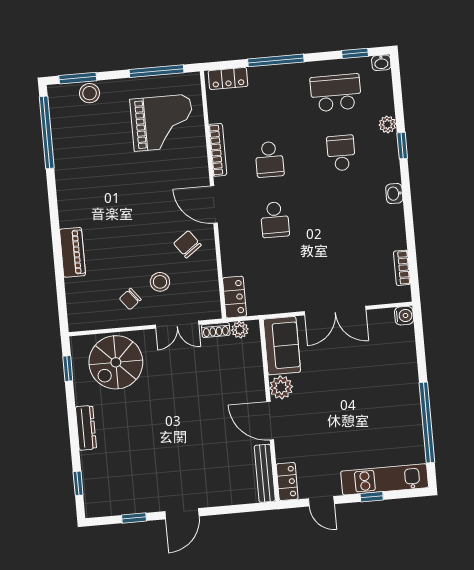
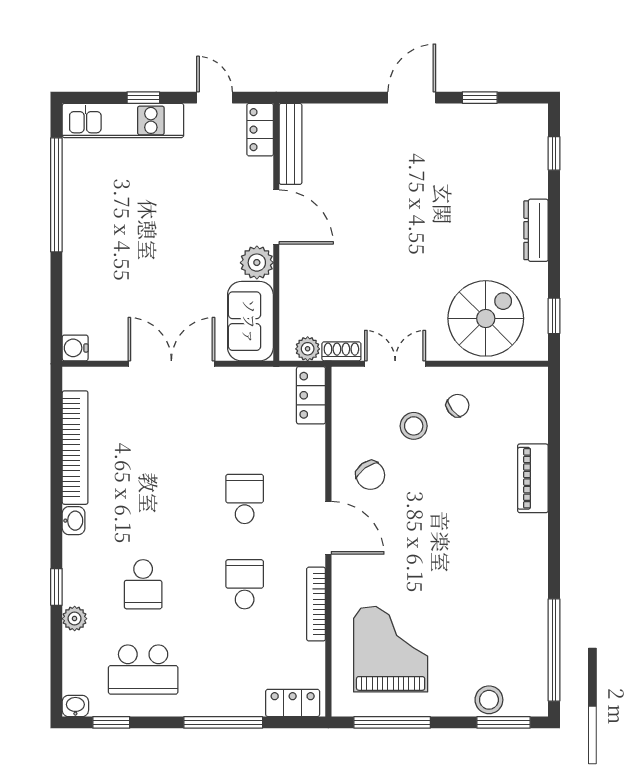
grand piano: (162, 123) -> (391, 649), turned 90
bookcase: (402, 268) -> (75, 448), width x2.31, depth x1.31

